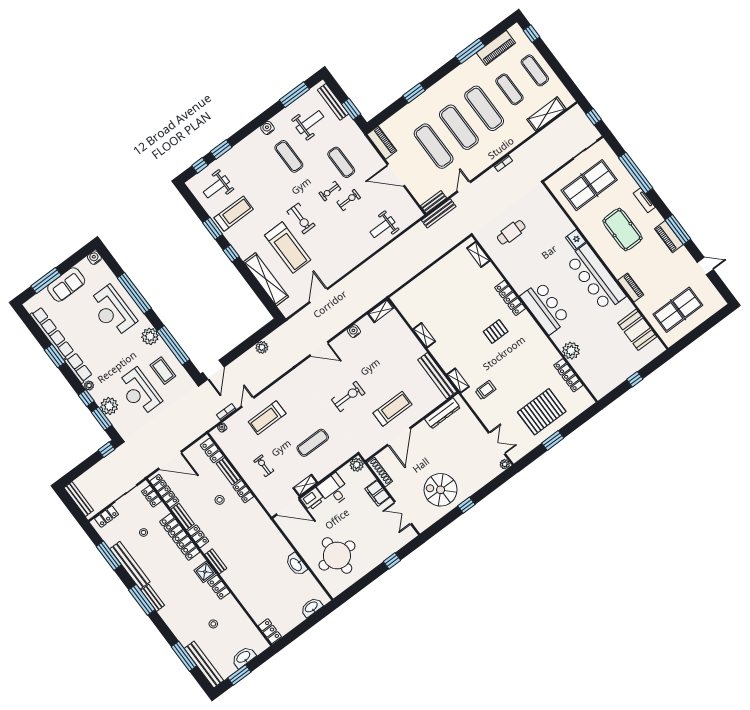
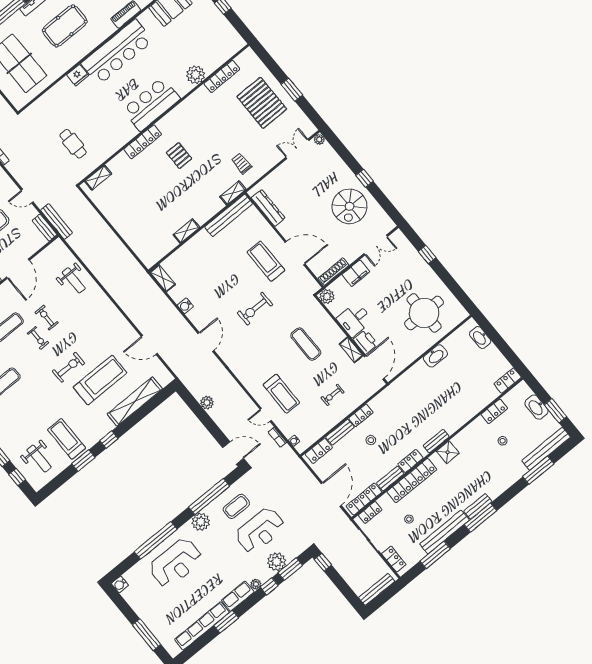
sofa: (66, 285) -> (150, 613), removed
exercise bike: (348, 396) -> (255, 309), turned -90
locker: (219, 587) -> (494, 411), moved

